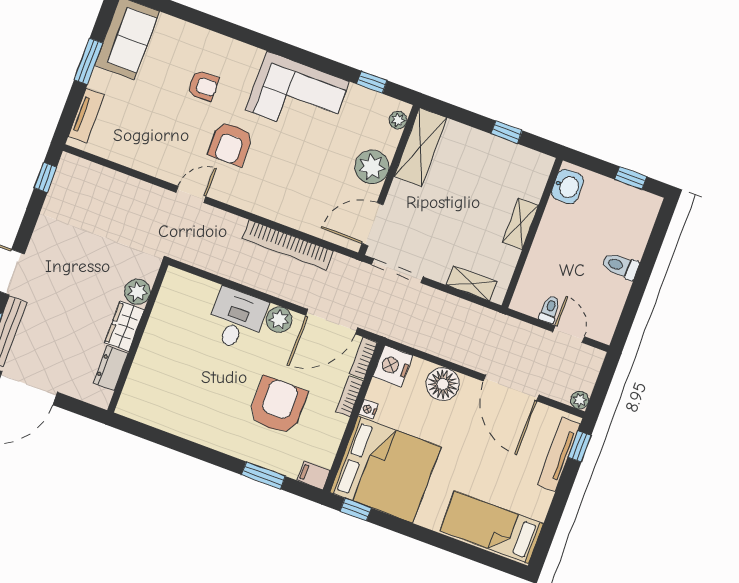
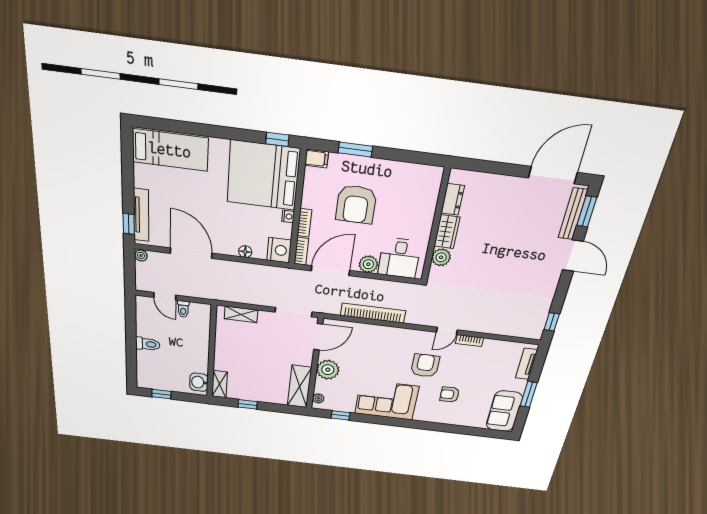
bookcase: (162, 172) -> (470, 341), added
shelving: (520, 224) -> (220, 384), moved
plant: (137, 292) -> (441, 257), moved
wardrobe: (124, 326) -> (447, 232), moved
wall: (138, 338) -> (435, 226), moved
dresser: (111, 368) -> (453, 199), moved
floor lamp: (443, 384) -> (245, 252), width x0.53, depth x0.53

